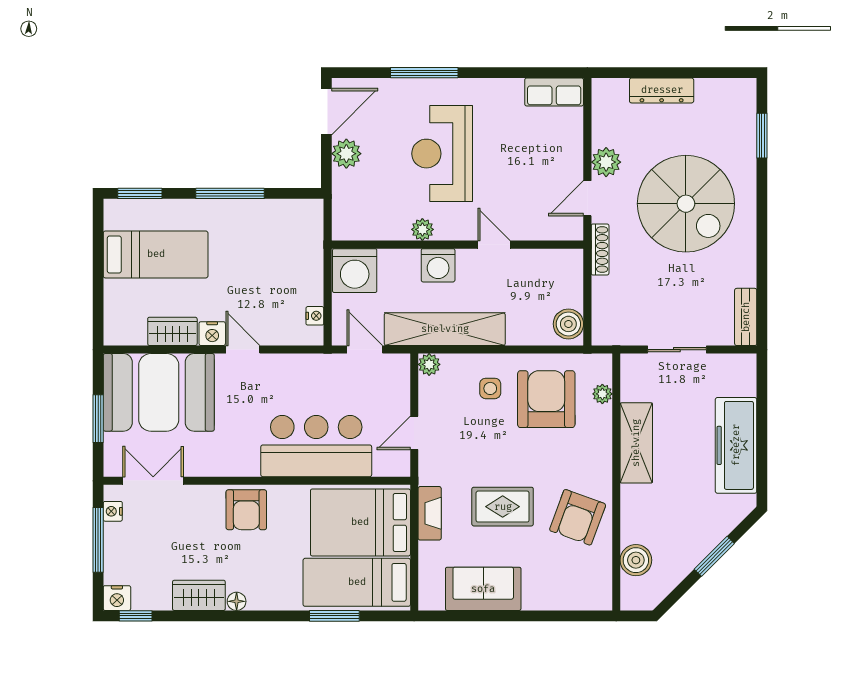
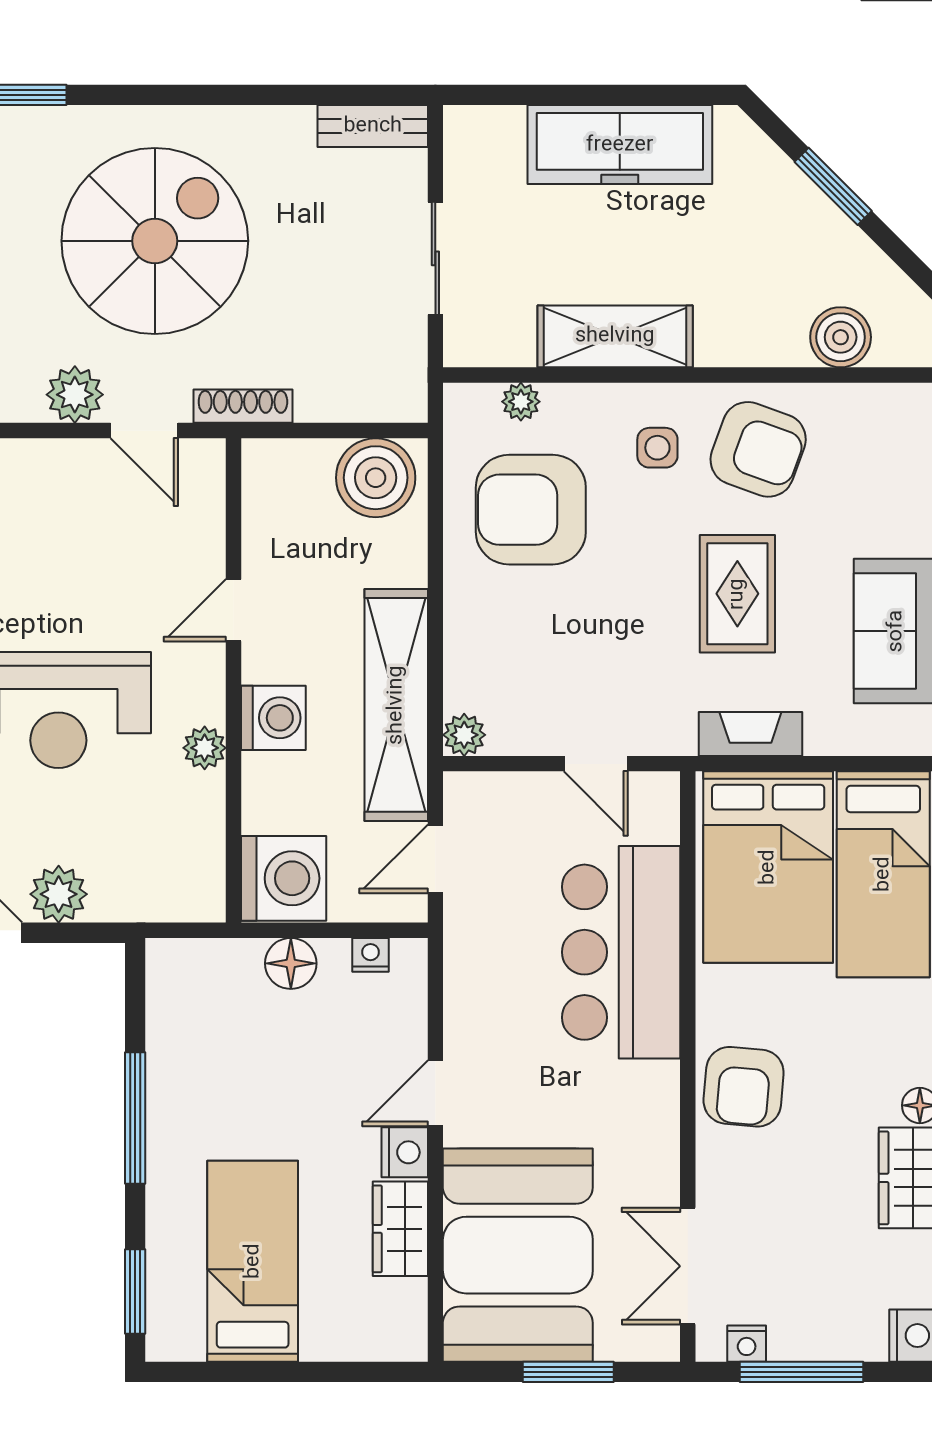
floor lamp: (310, 274) -> (291, 963), added
boiler: (568, 324) -> (376, 478), width x1.37, depth x1.37
side table: (490, 388) -> (657, 448), moved
armchair: (246, 510) -> (744, 1087), turned 95

